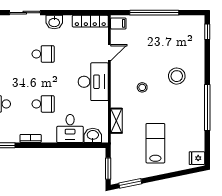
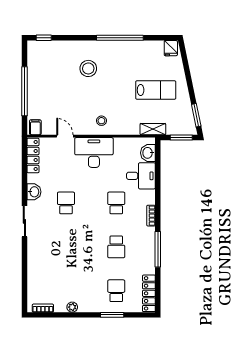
stool: (142, 87) -> (101, 121), moved
shelving: (116, 121) -> (153, 129), moved
lab bench: (155, 143) -> (156, 90), turned 180

